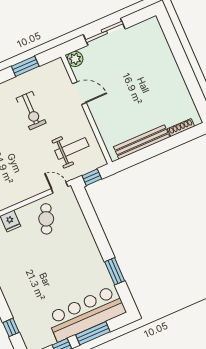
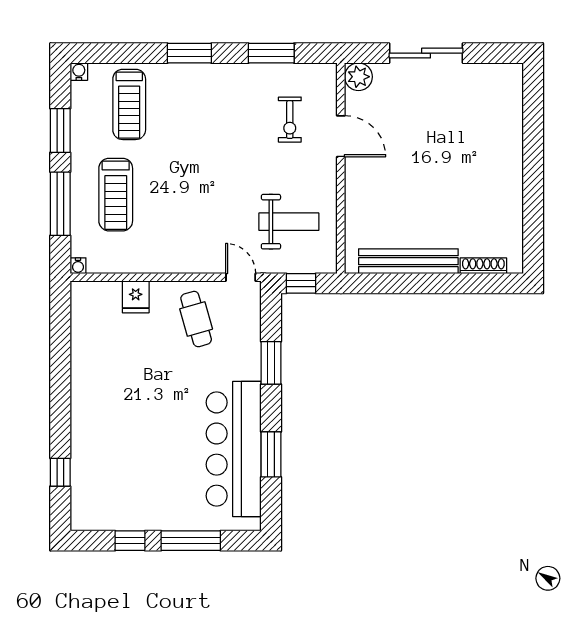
exercise bike: (31, 111) -> (290, 120), moved, width x0.73, depth x0.72
cafe table: (46, 219) -> (196, 319), turned -38
window: (94, 225) -> (271, 363), added
bar counter: (86, 313) -> (234, 449), moved, turned -90

